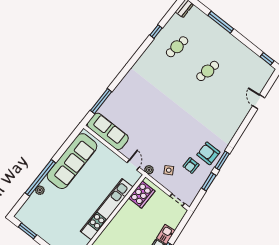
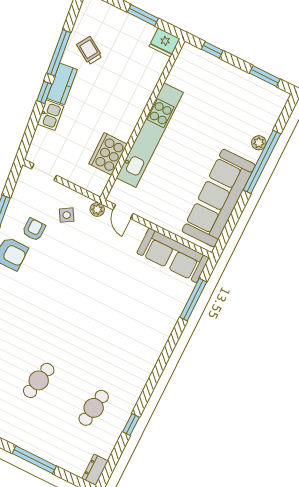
cooker: (142, 194) -> (108, 154), moved

